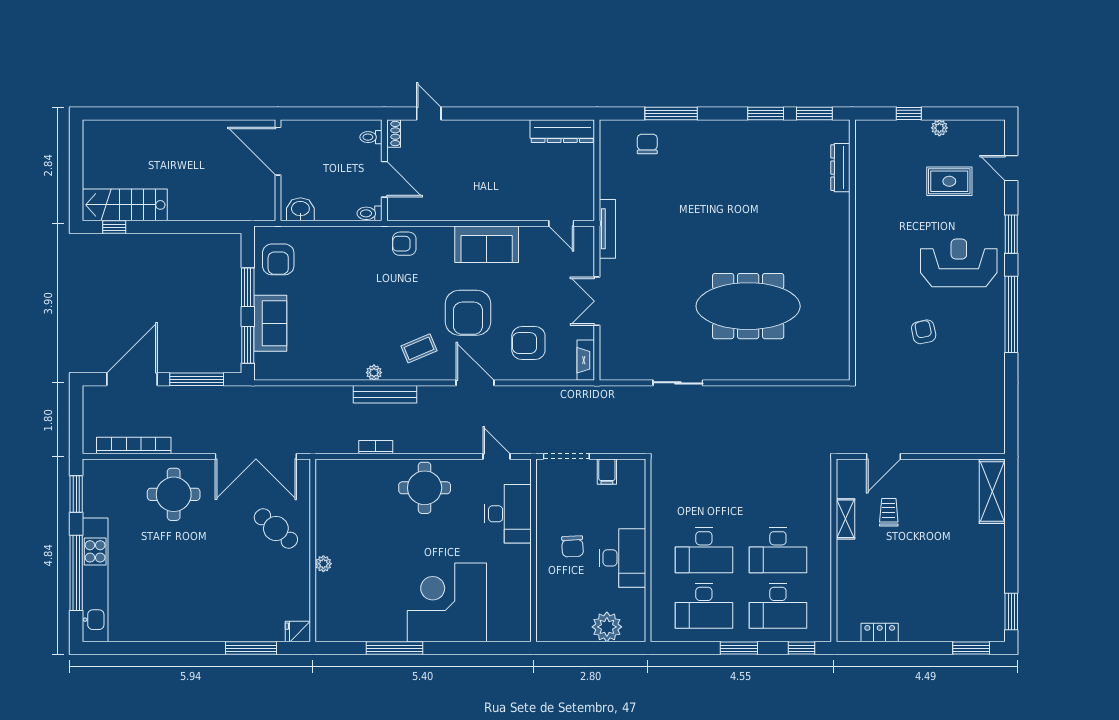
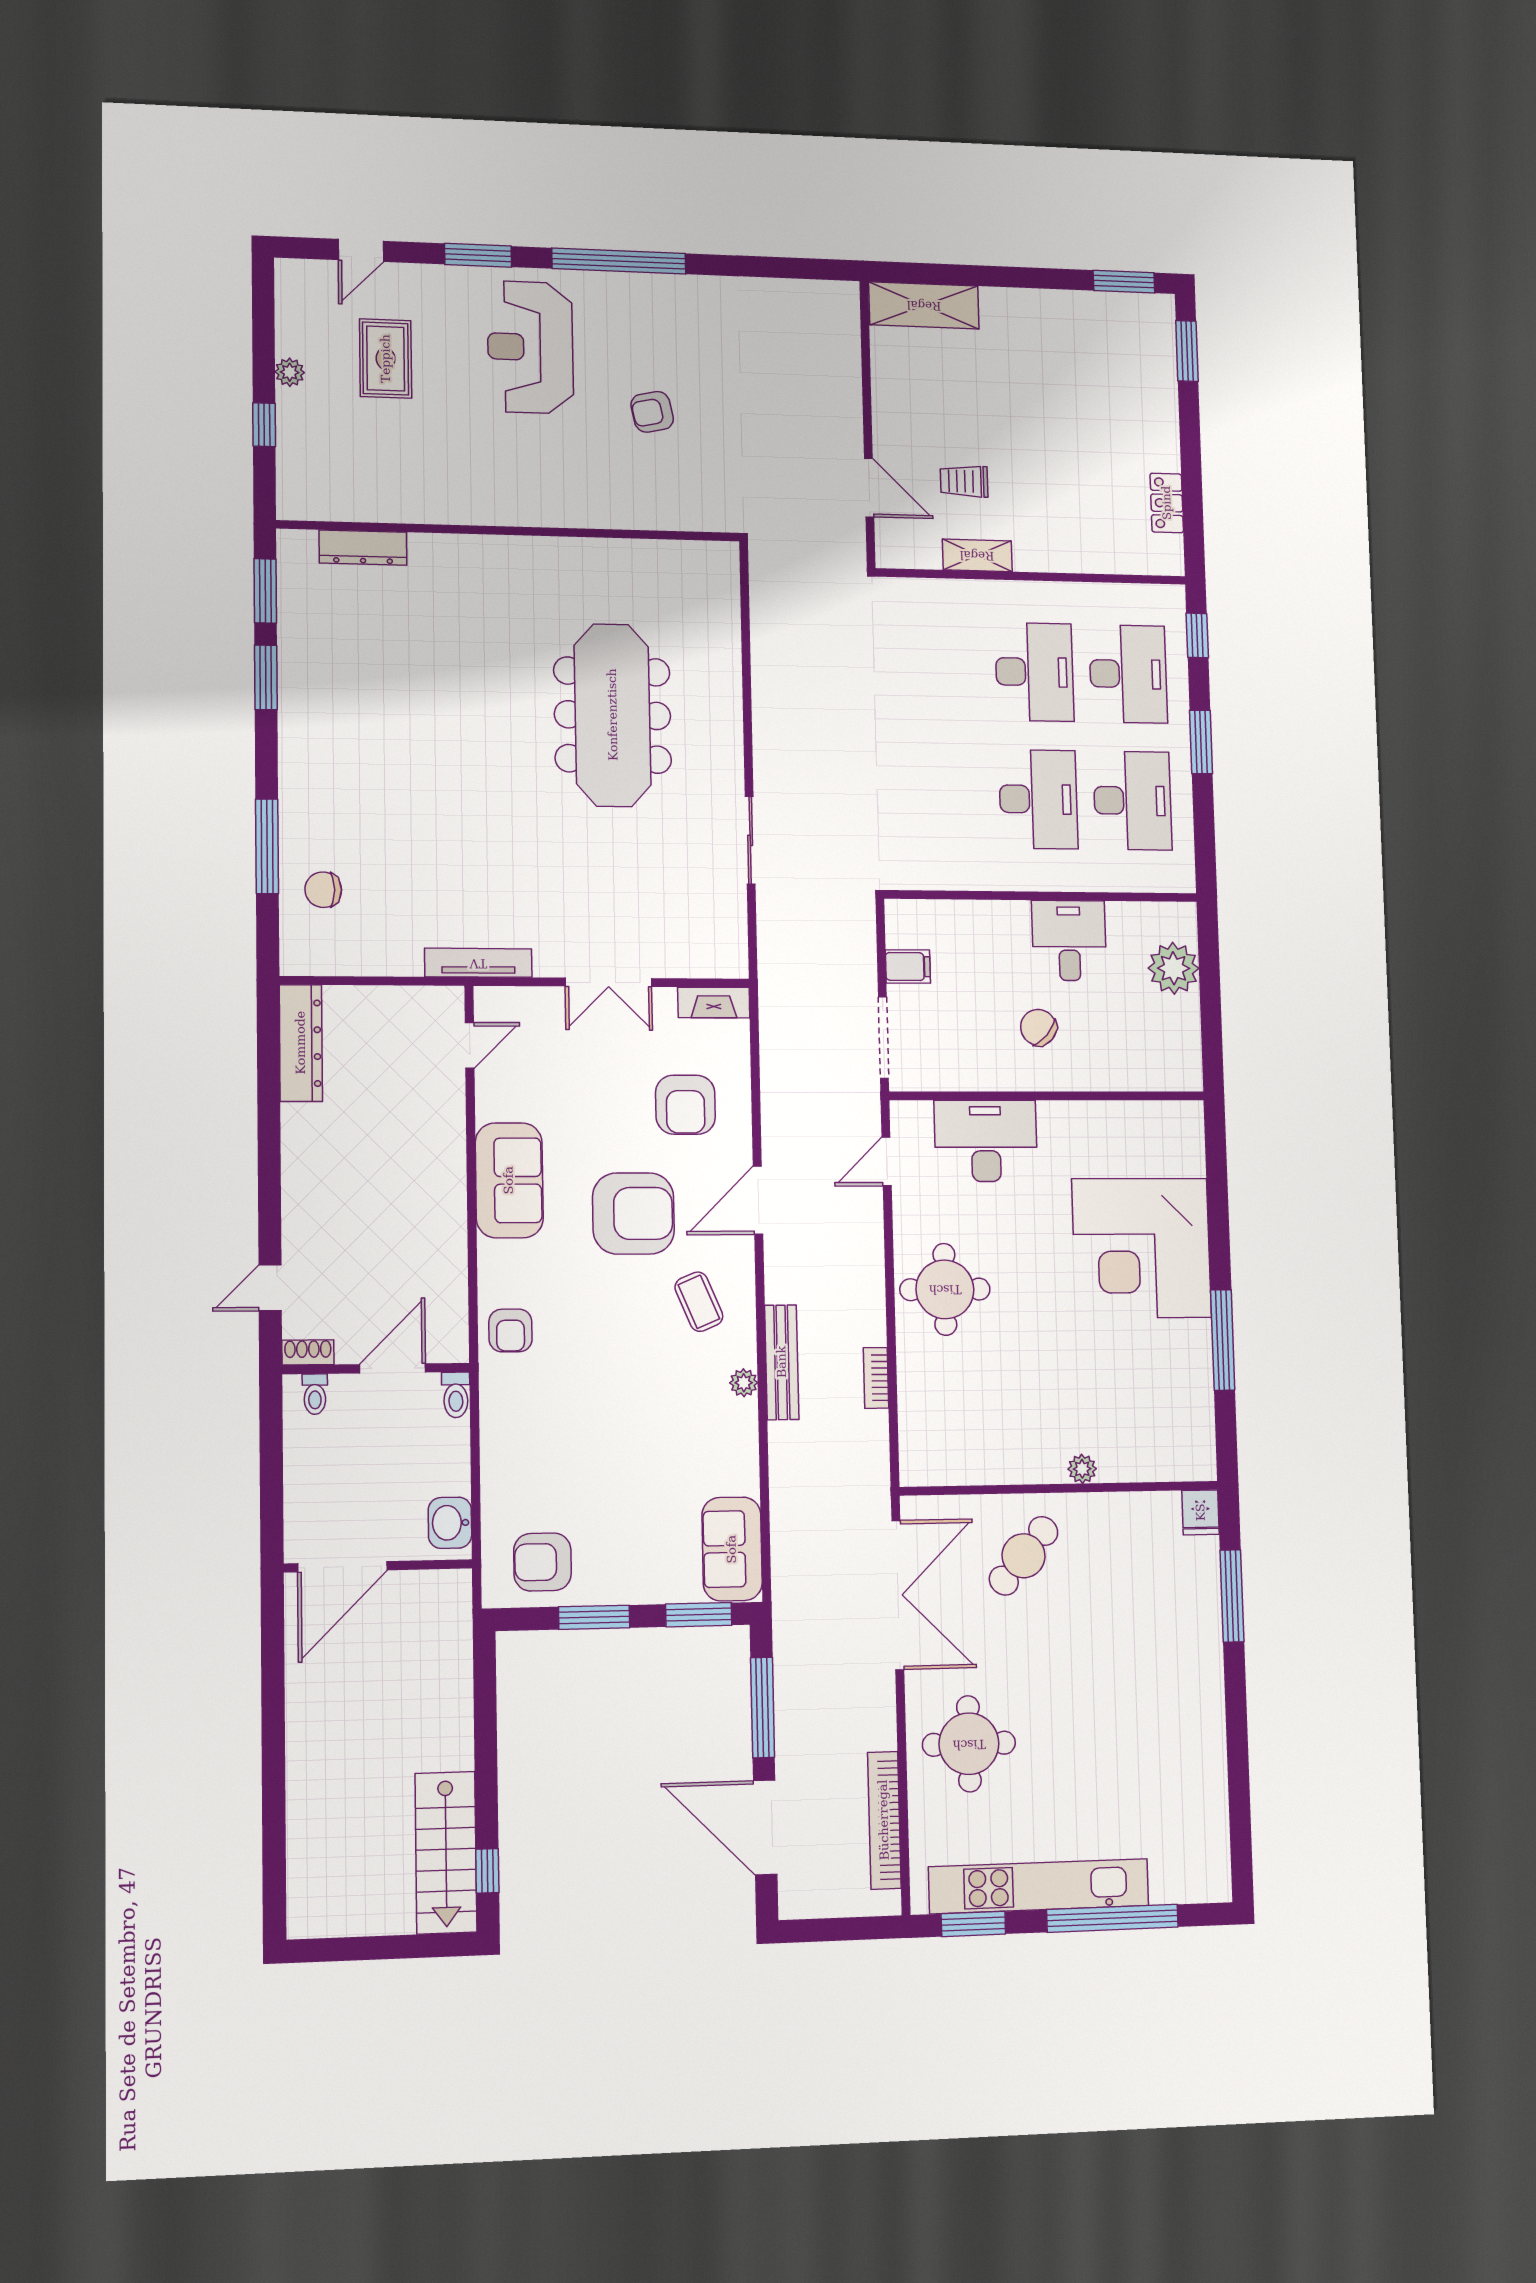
armchair: (278, 259) -> (542, 1562), turned 180
sofa: (270, 323) -> (732, 1549), moved, turned -90
chair: (573, 546) -> (1038, 1027), turned -136
desk: (622, 558) -> (1069, 941), width x0.73
kitchen unit: (95, 580) -> (1039, 1886), moved

